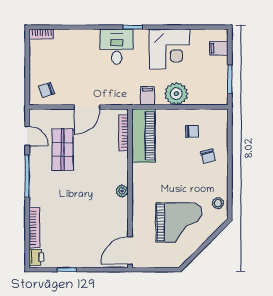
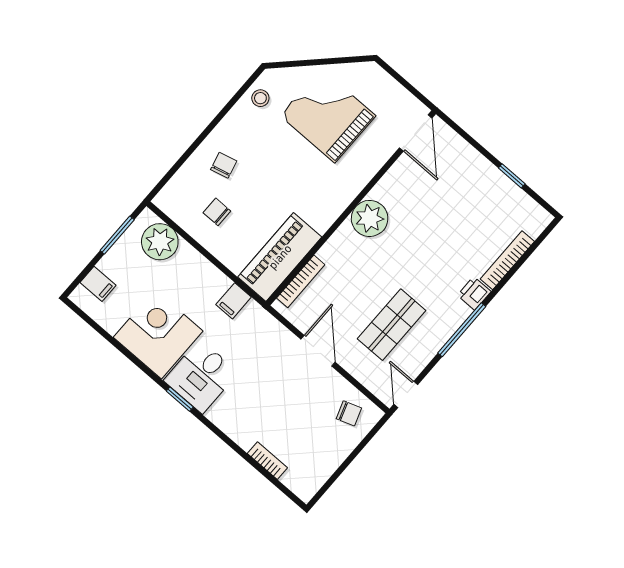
bookcase: (41, 34) -> (267, 461), moved
desk: (117, 47) -> (201, 376), moved
plant: (176, 94) -> (160, 242), moved
door: (87, 107) -> (318, 351), hinge flipped
door: (27, 136) -> (406, 394), moved
plant: (122, 191) -> (370, 218), width x1.88, depth x1.88
door: (130, 251) -> (416, 133), hinge flipped
printer: (36, 257) -> (474, 293), moved

